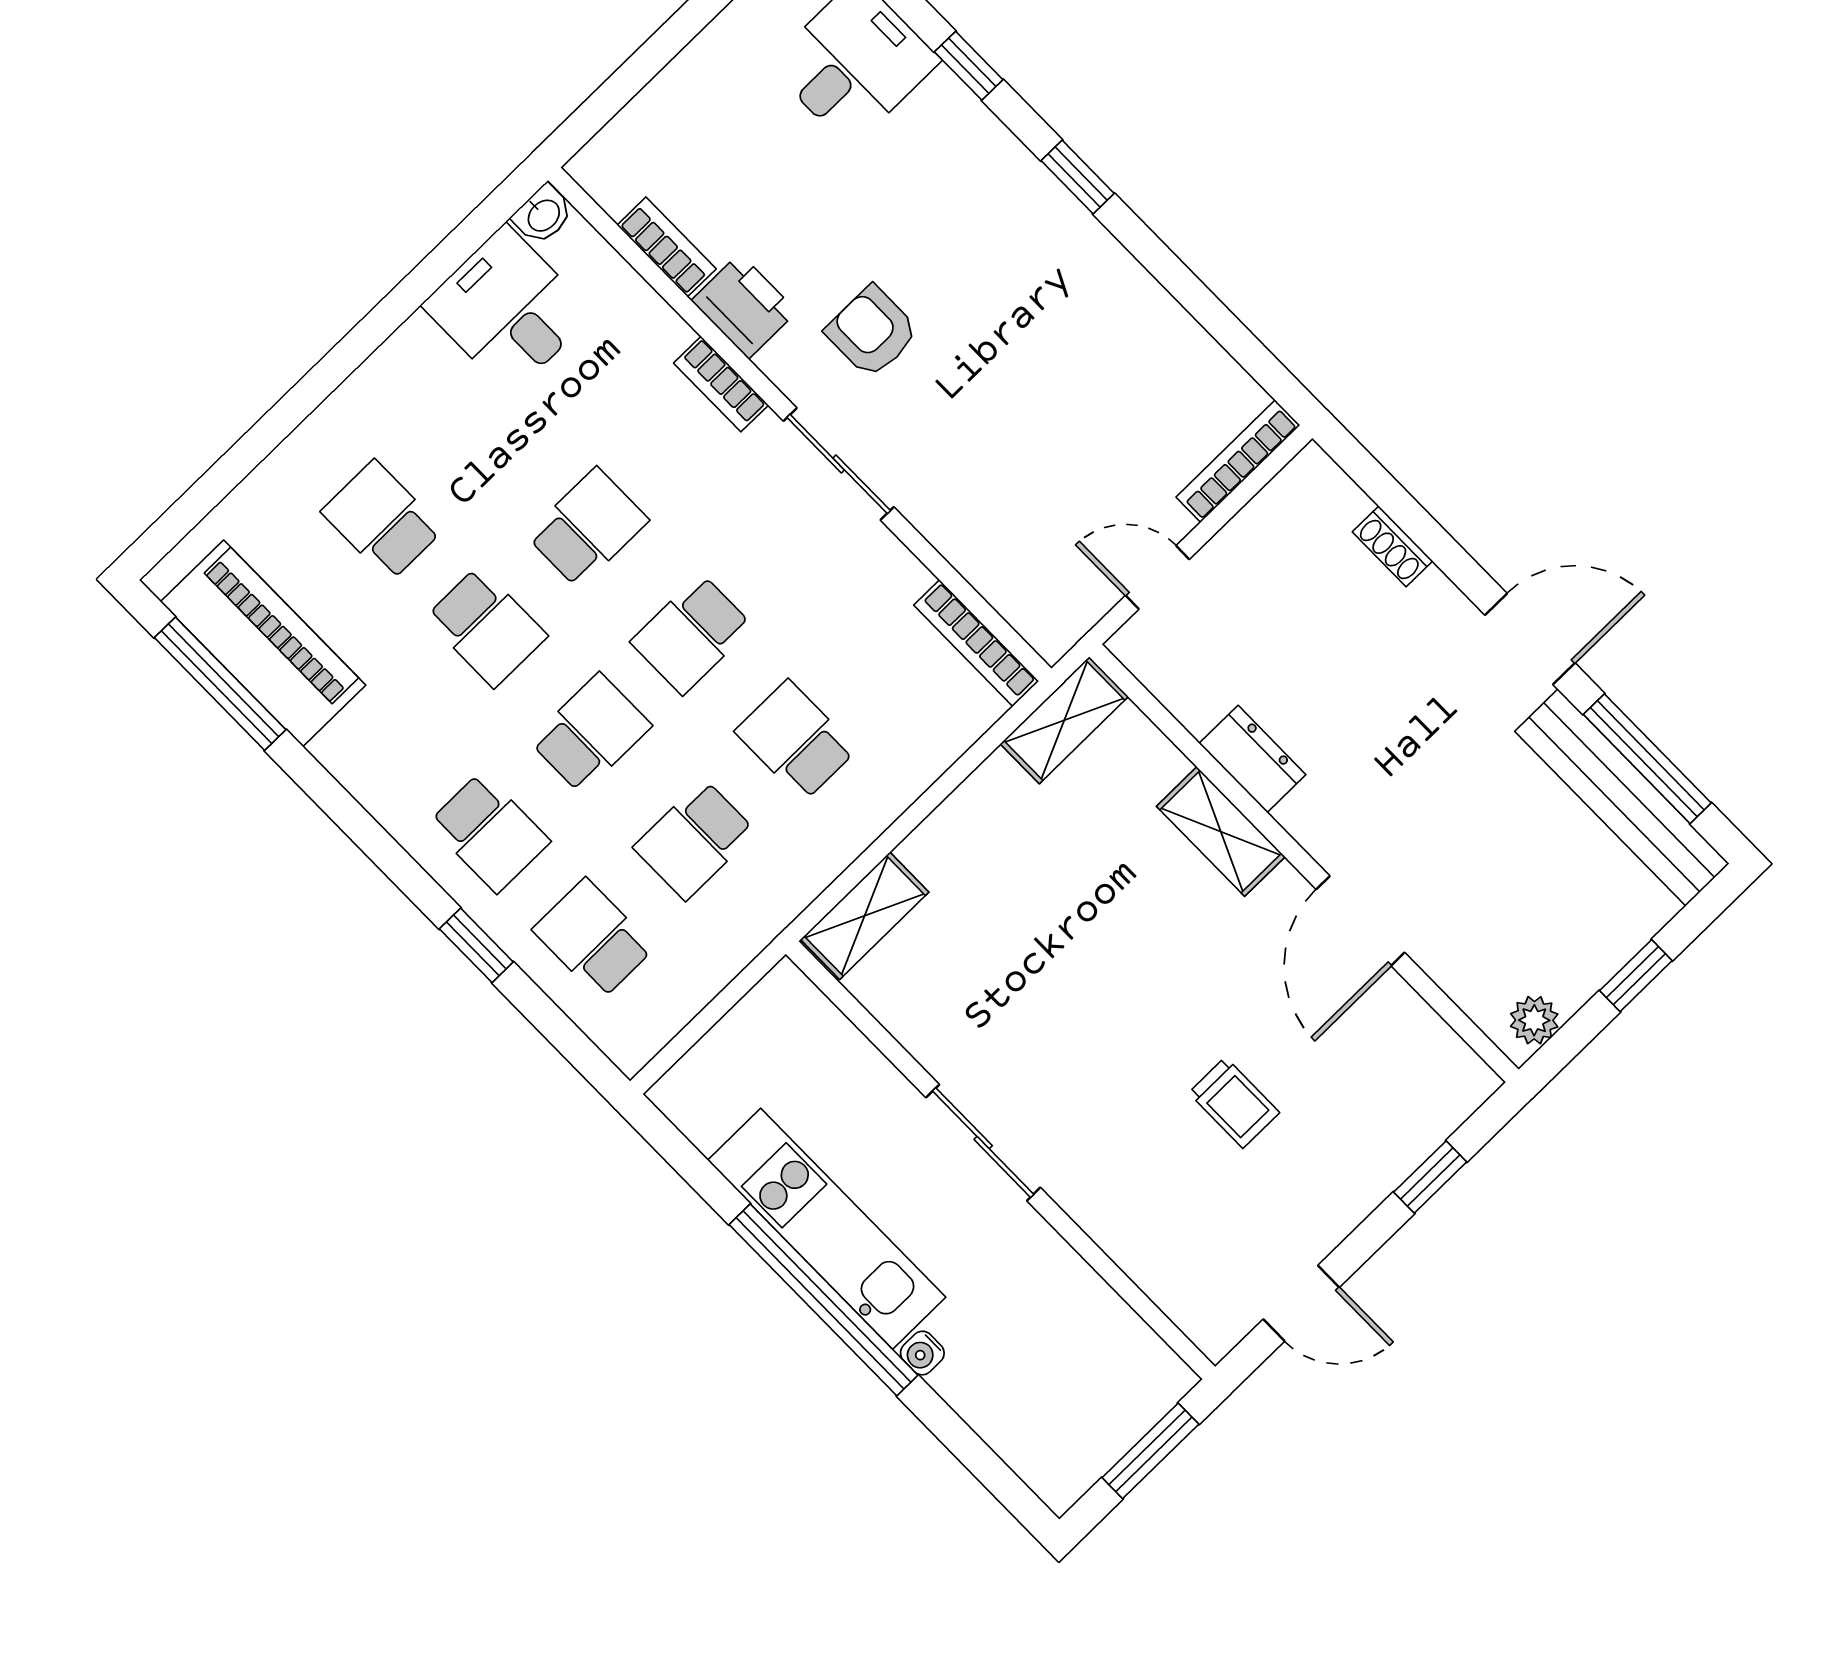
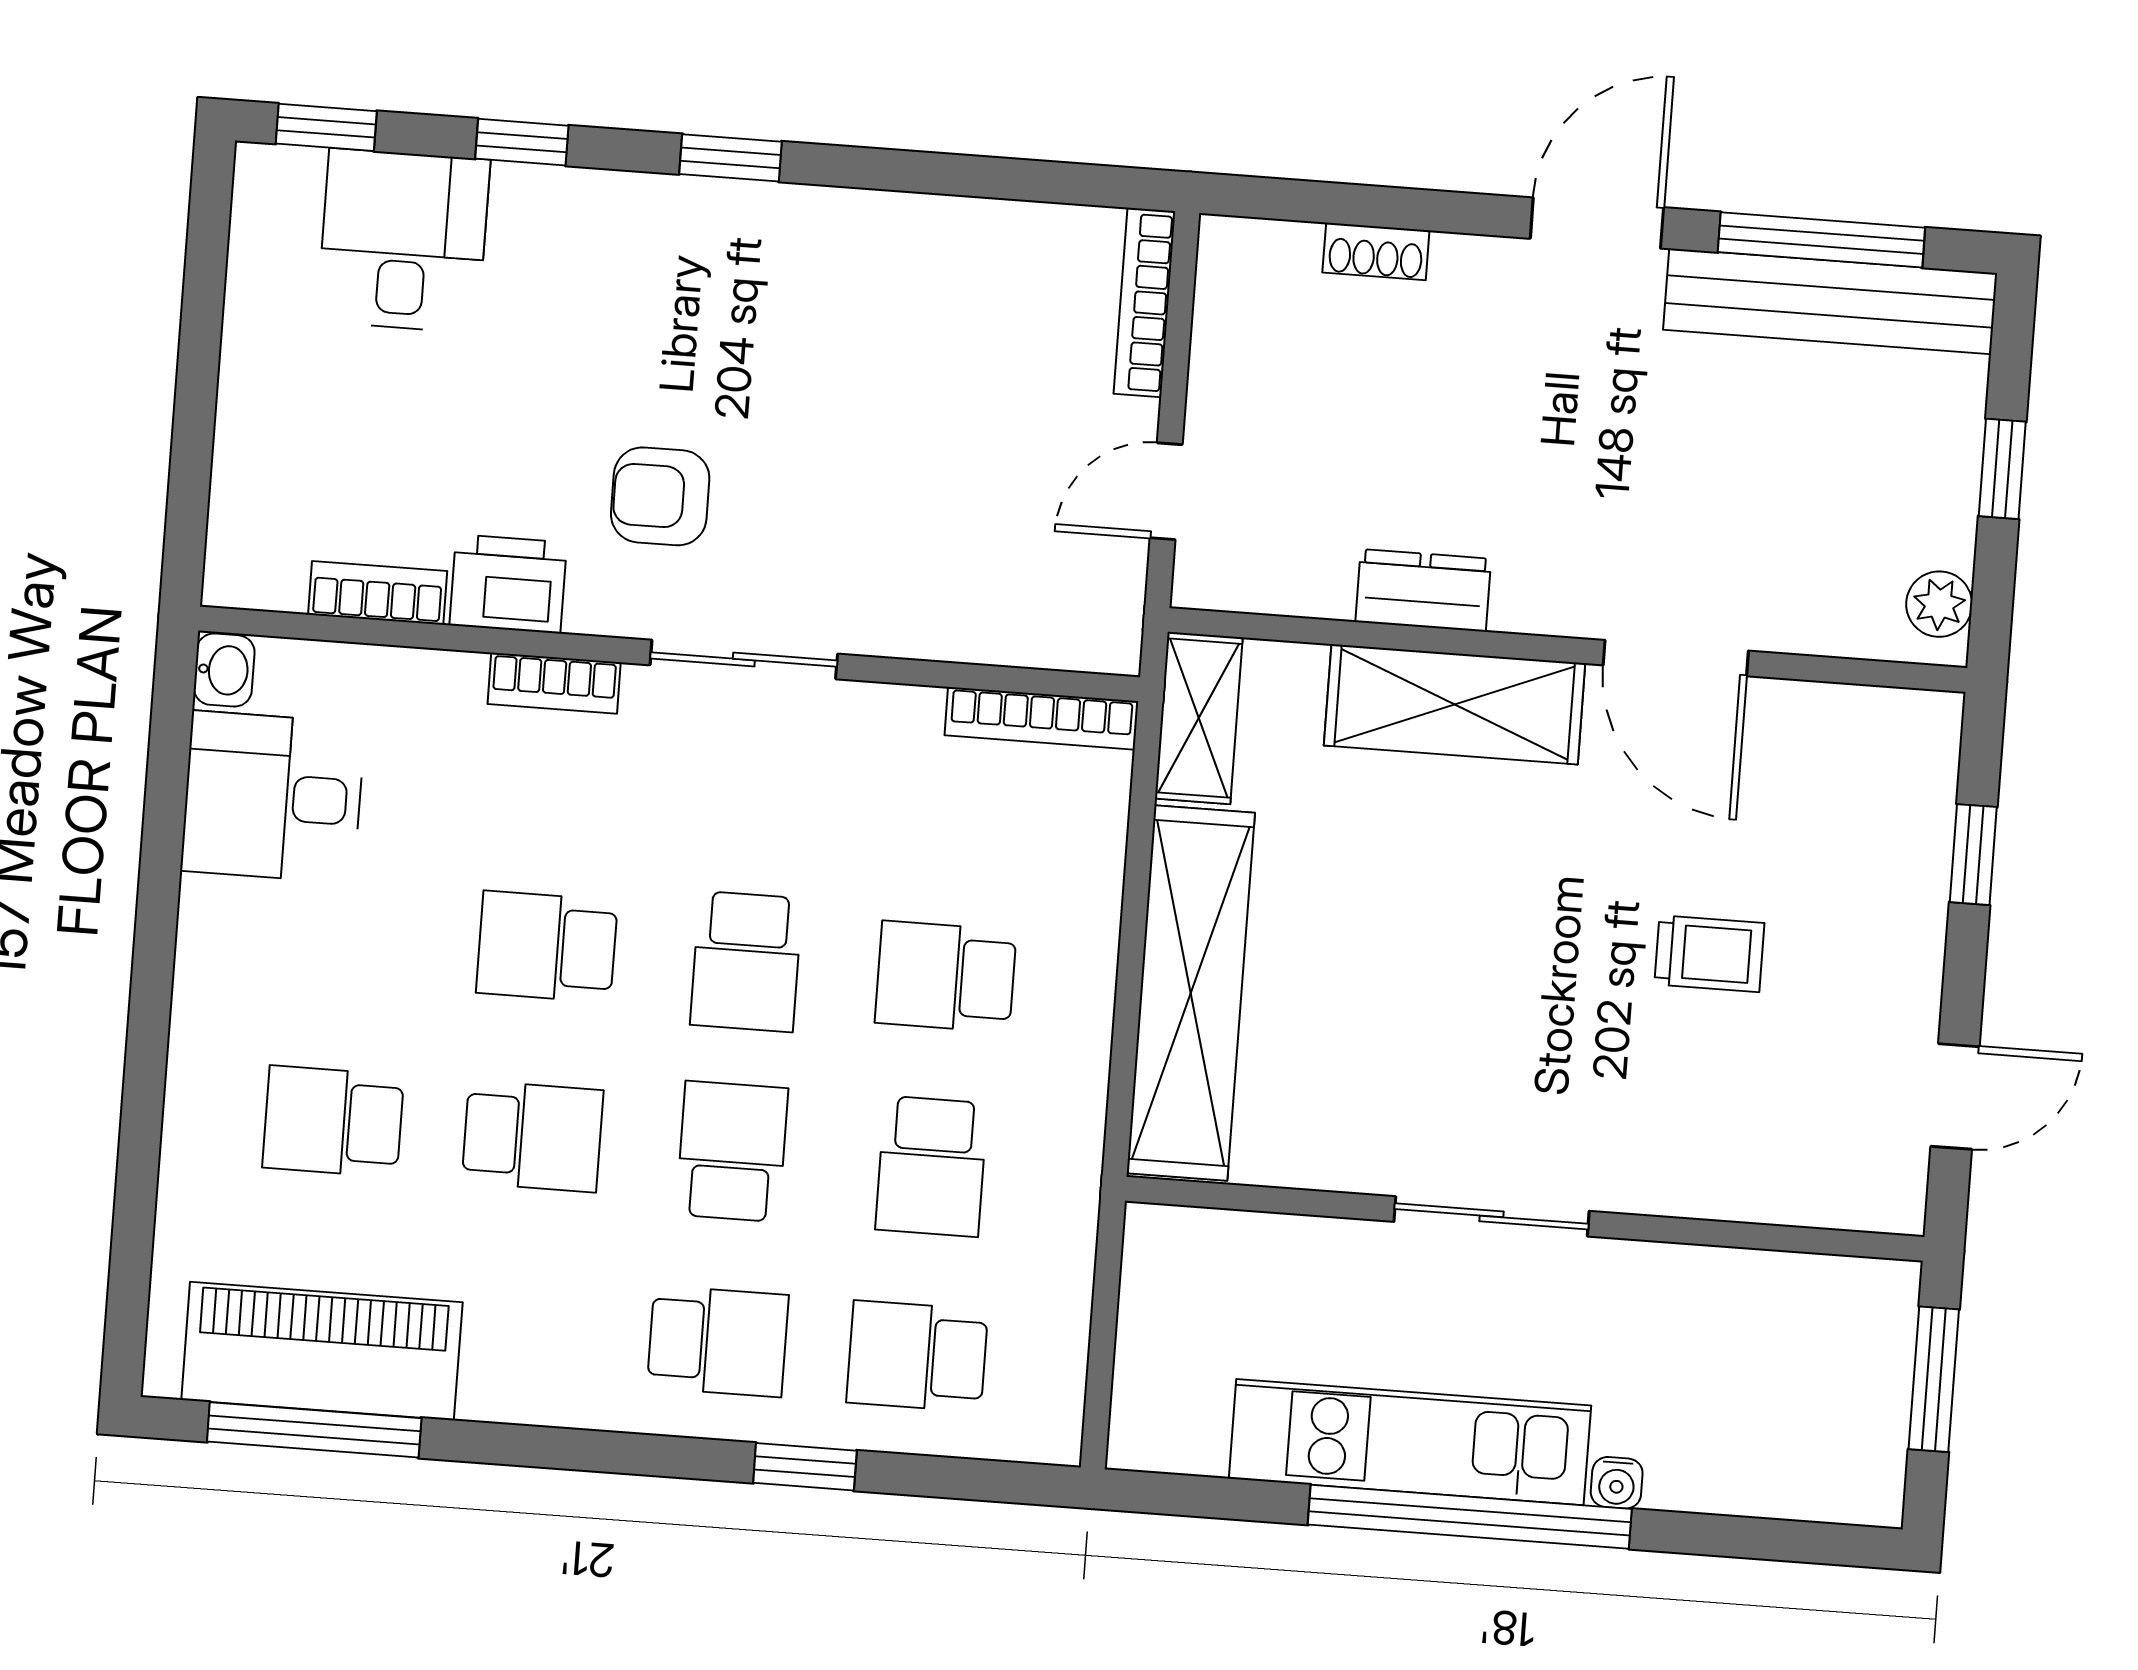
school desk: (588, 528) -> (547, 947), turned -90
shelving: (1221, 832) -> (1455, 704), width x1.50, depth x1.33
shelving: (865, 916) -> (1191, 993), width x2.20, depth x1.33

